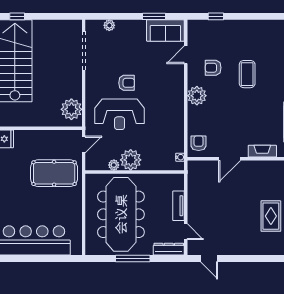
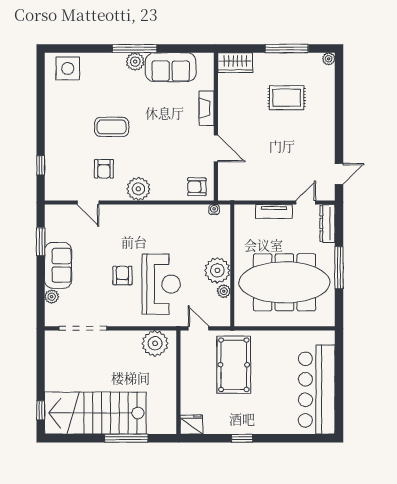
sofa: (165, 31) -> (58, 265), moved

